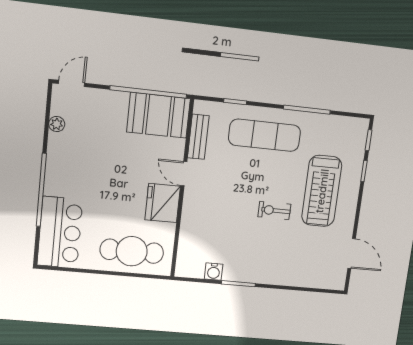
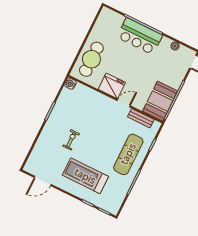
exercise bike: (274, 210) -> (71, 140), moved
bar counter: (60, 232) -> (140, 36), moved
water cooler: (214, 272) -> (70, 84), moved

